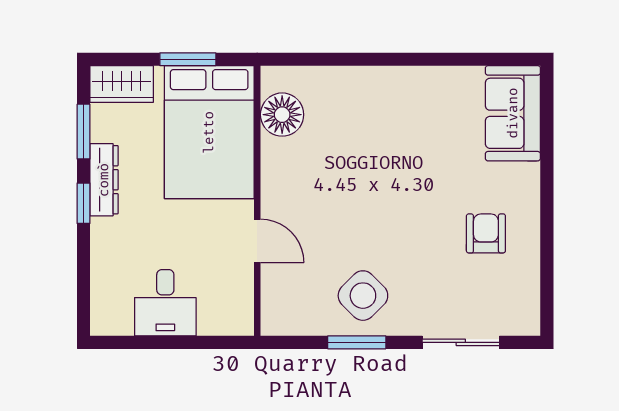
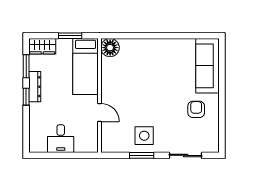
sofa: (513, 113) -> (208, 66), width x1.36
floor lamp: (282, 115) -> (110, 48), moved
bed: (209, 132) -> (86, 67), width x0.67
side table: (363, 296) -> (144, 136), turned 45

